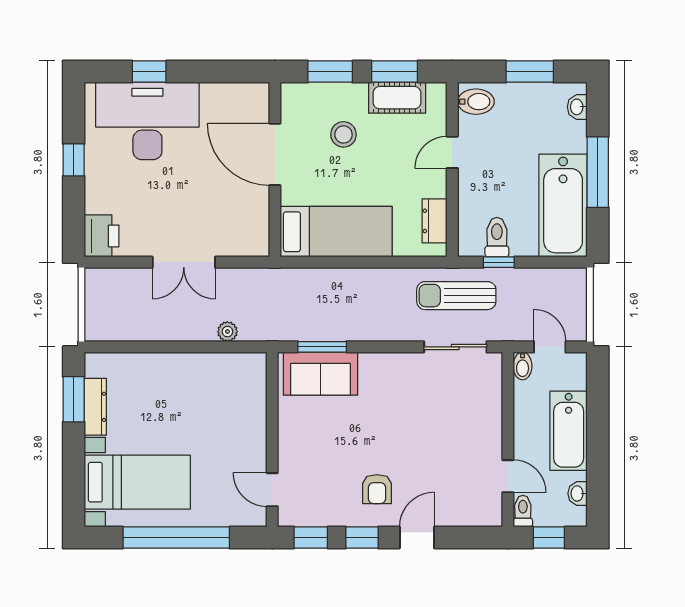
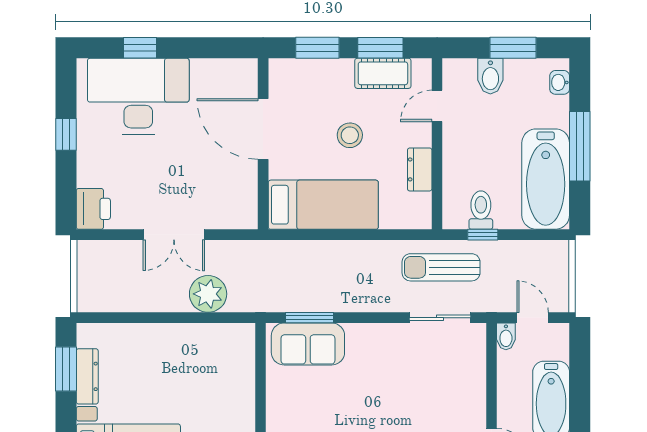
bidet: (476, 102) -> (490, 76), moved, turned 90
stool: (343, 134) -> (350, 135), moved
door: (452, 152) -> (437, 106), moved
dresser: (435, 221) -> (420, 169), moved
plant: (227, 332) -> (208, 294), width x1.87, depth x1.87

